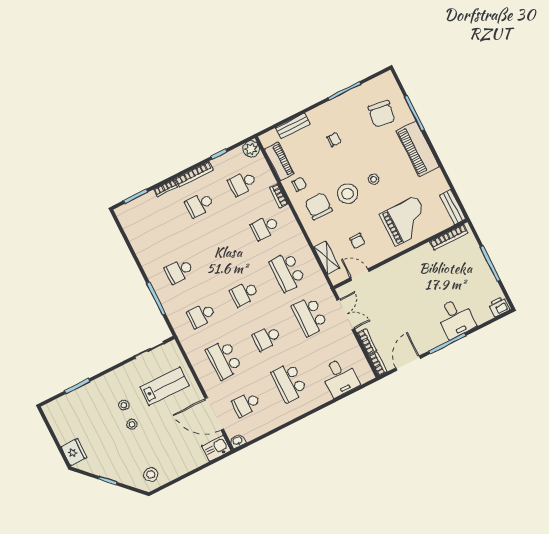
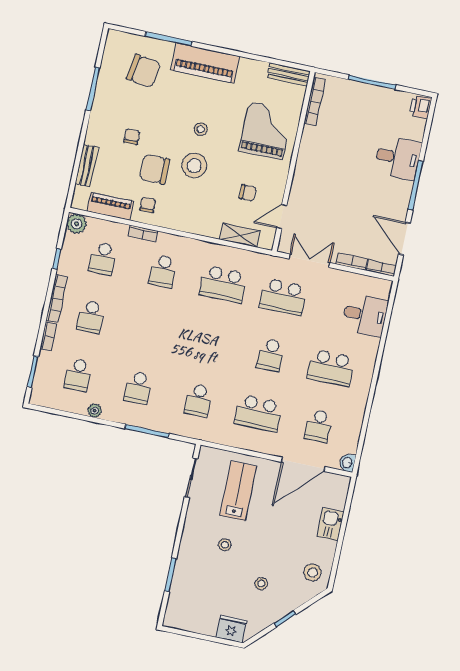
chair: (318, 206) -> (155, 169), moved
plant: (142, 255) -> (95, 411), added
school desk: (244, 294) -> (78, 375), moved
stool: (132, 424) -> (261, 584), moved
kitchen sink: (216, 448) -> (330, 524), moved

